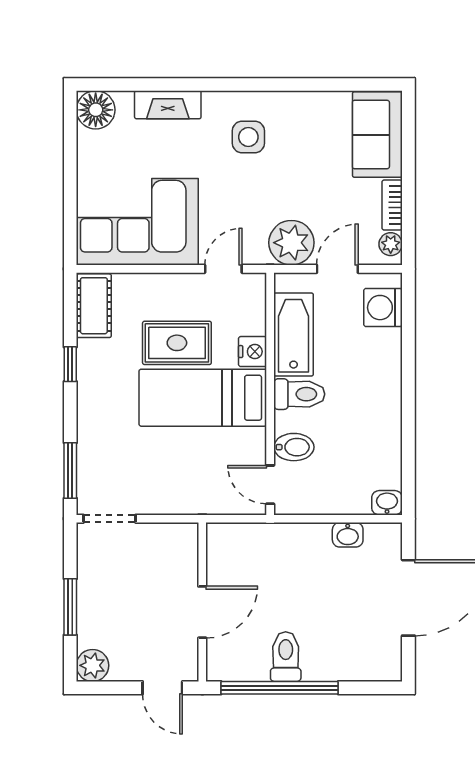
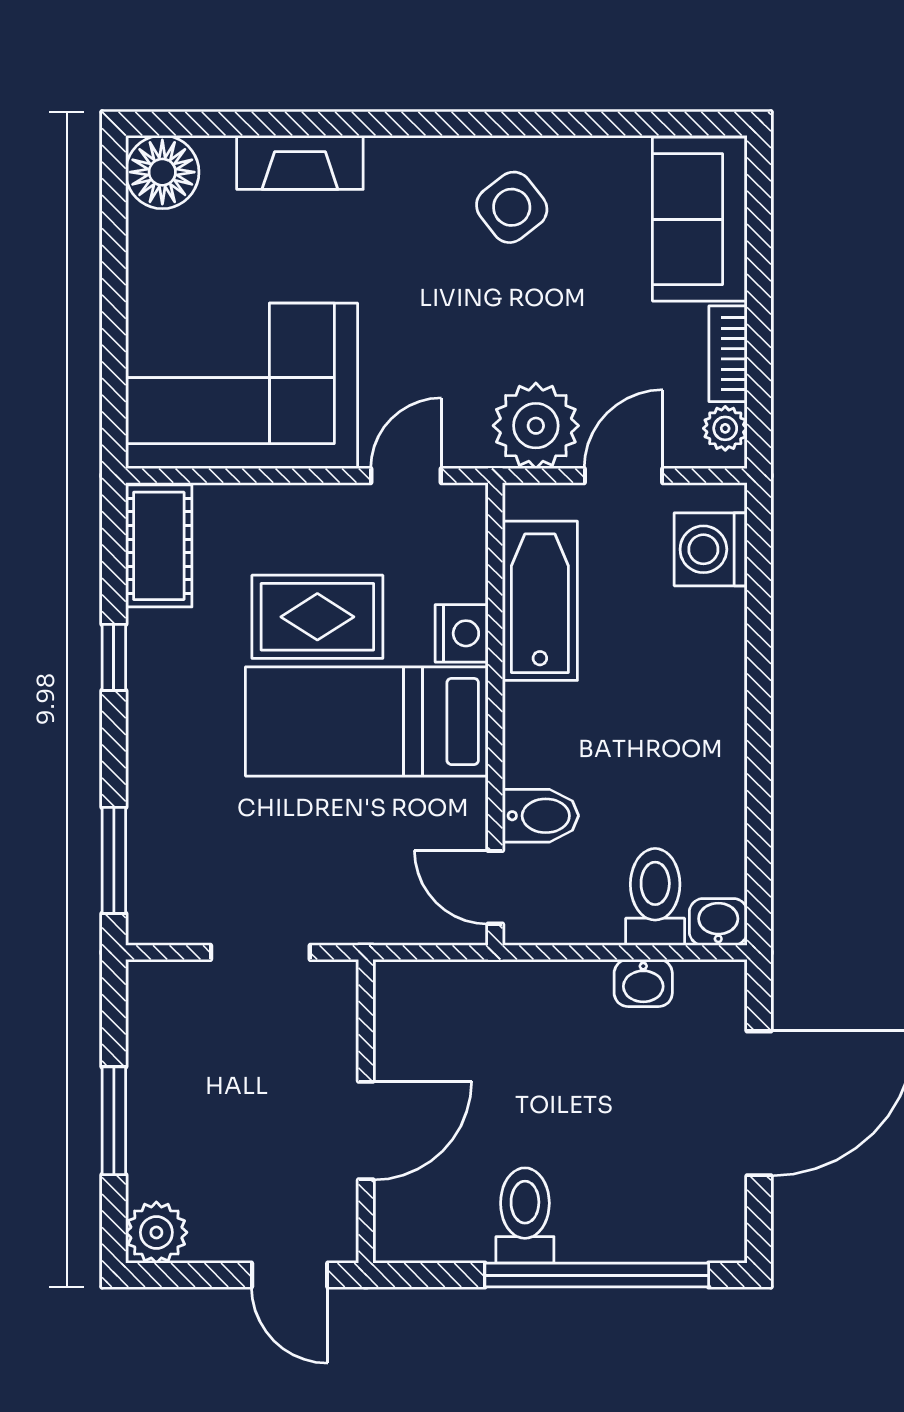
side table: (248, 137) -> (512, 207), moved, turned -38
toilet: (299, 394) -> (655, 897), moved, turned -90
doorway: (110, 519) -> (260, 952), moved
window: (280, 688) -> (597, 1275), moved

